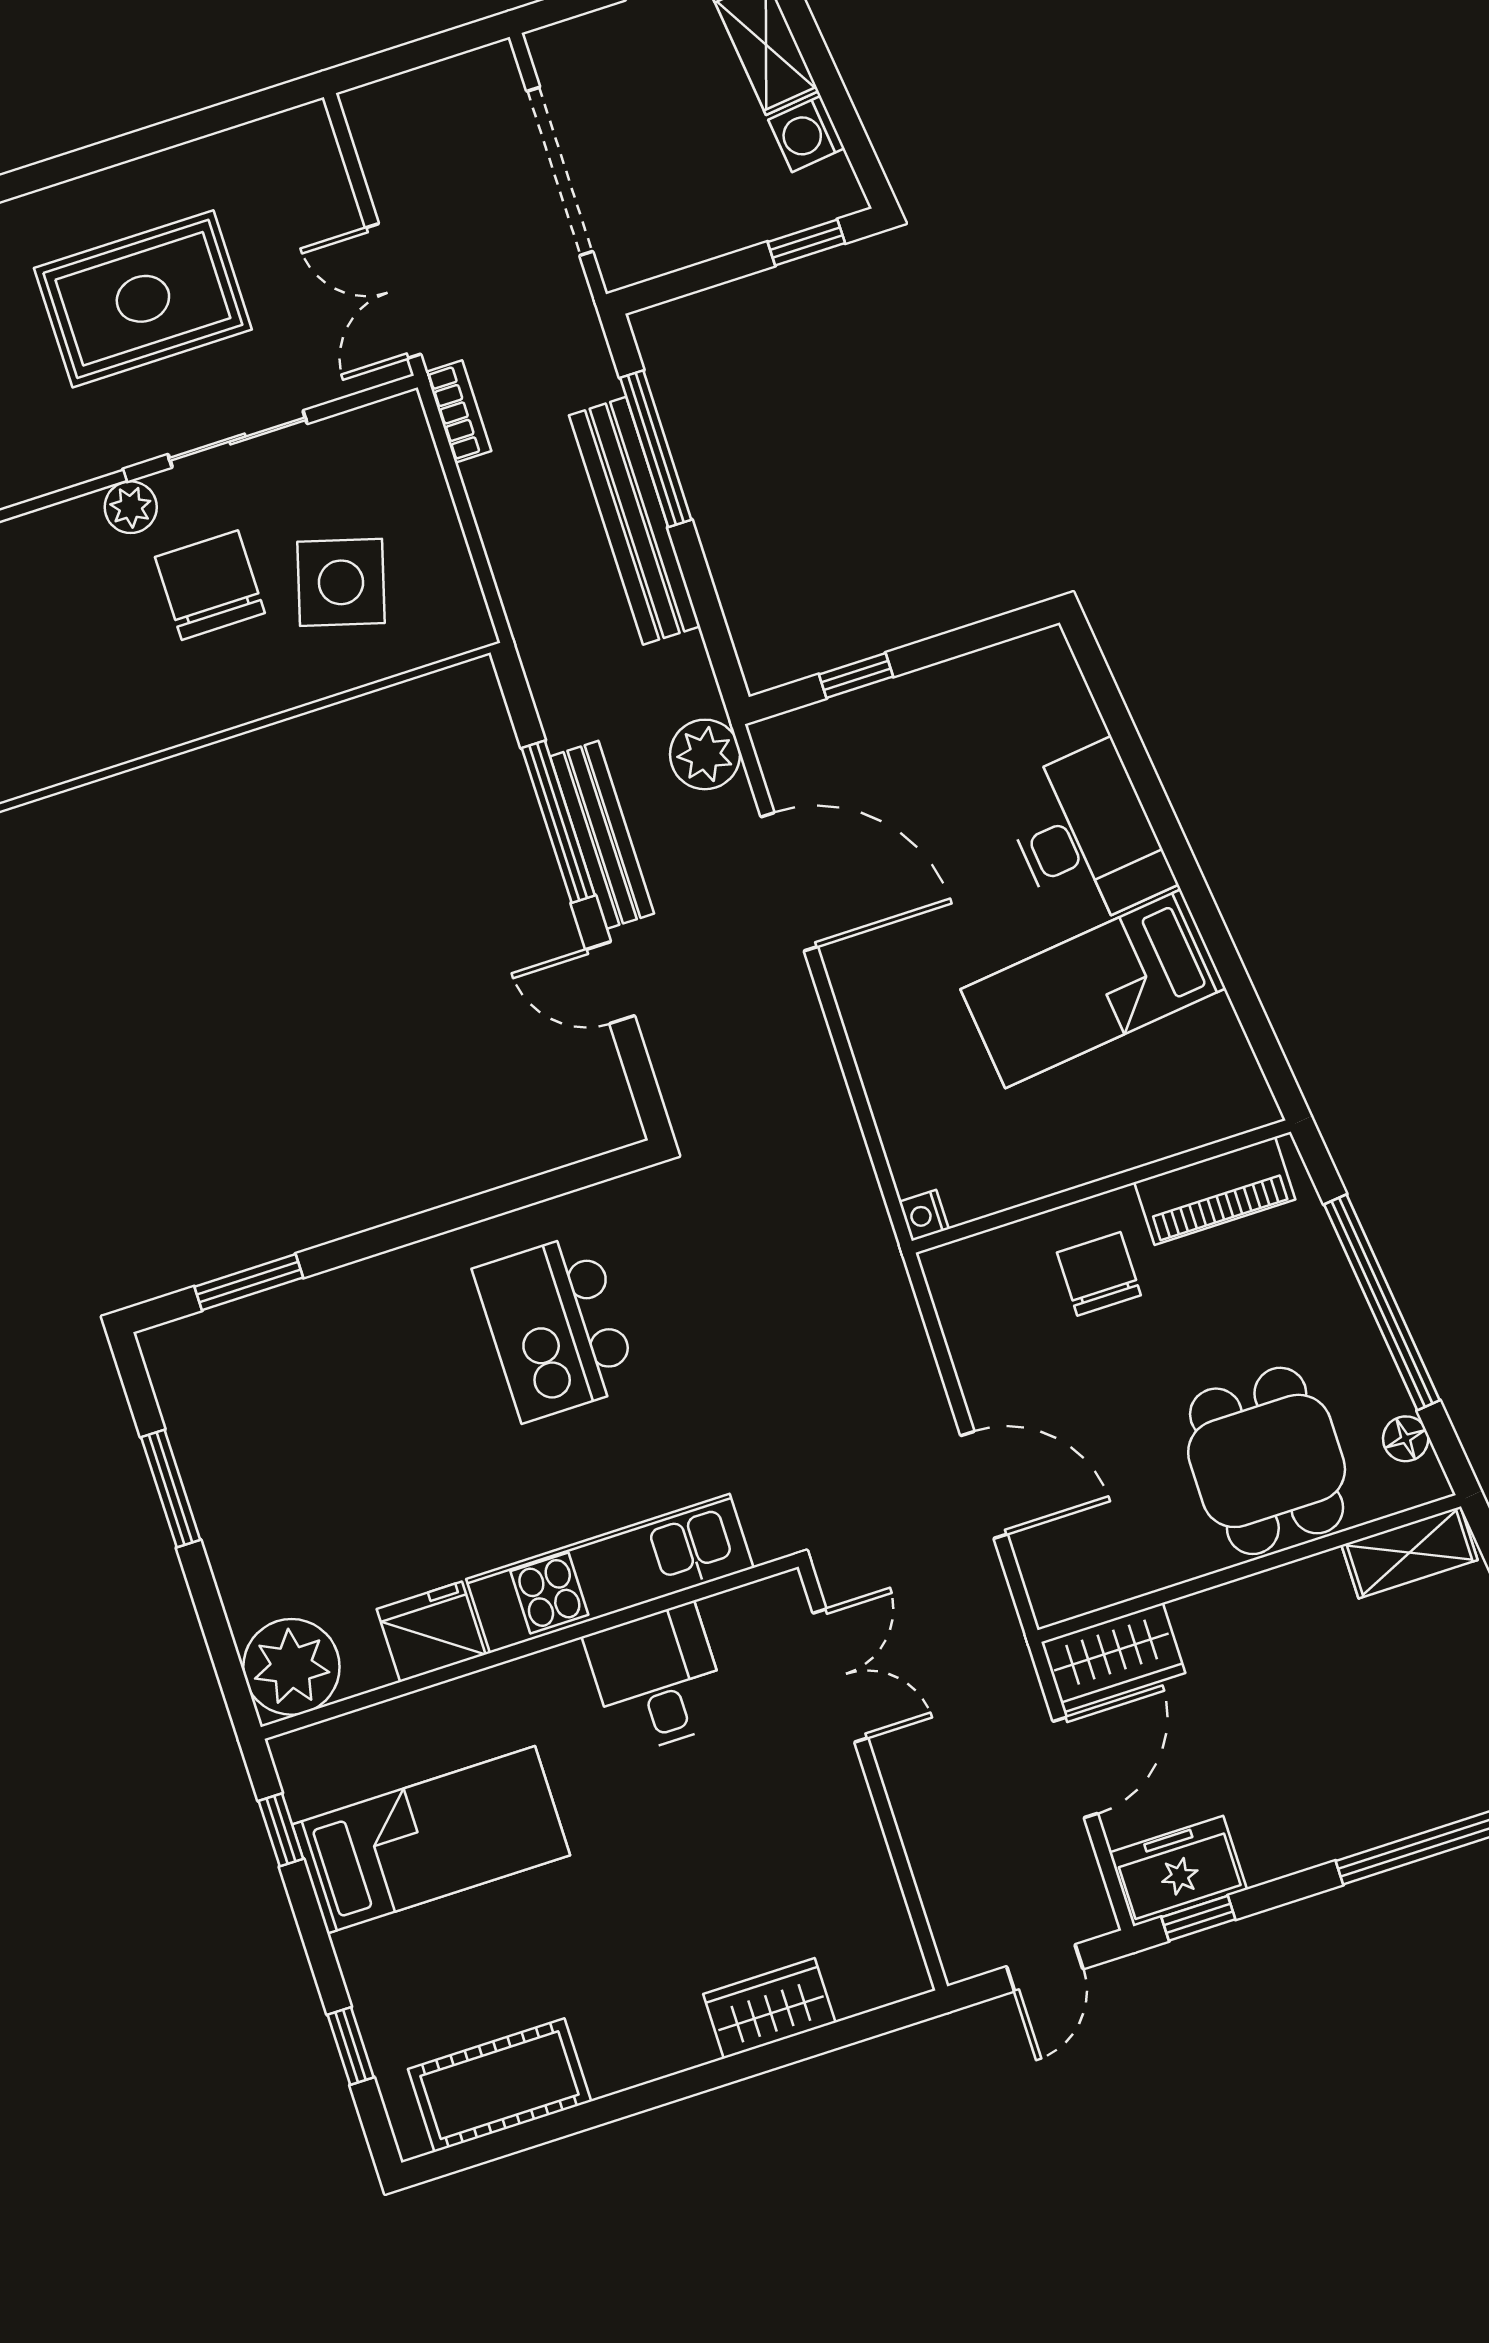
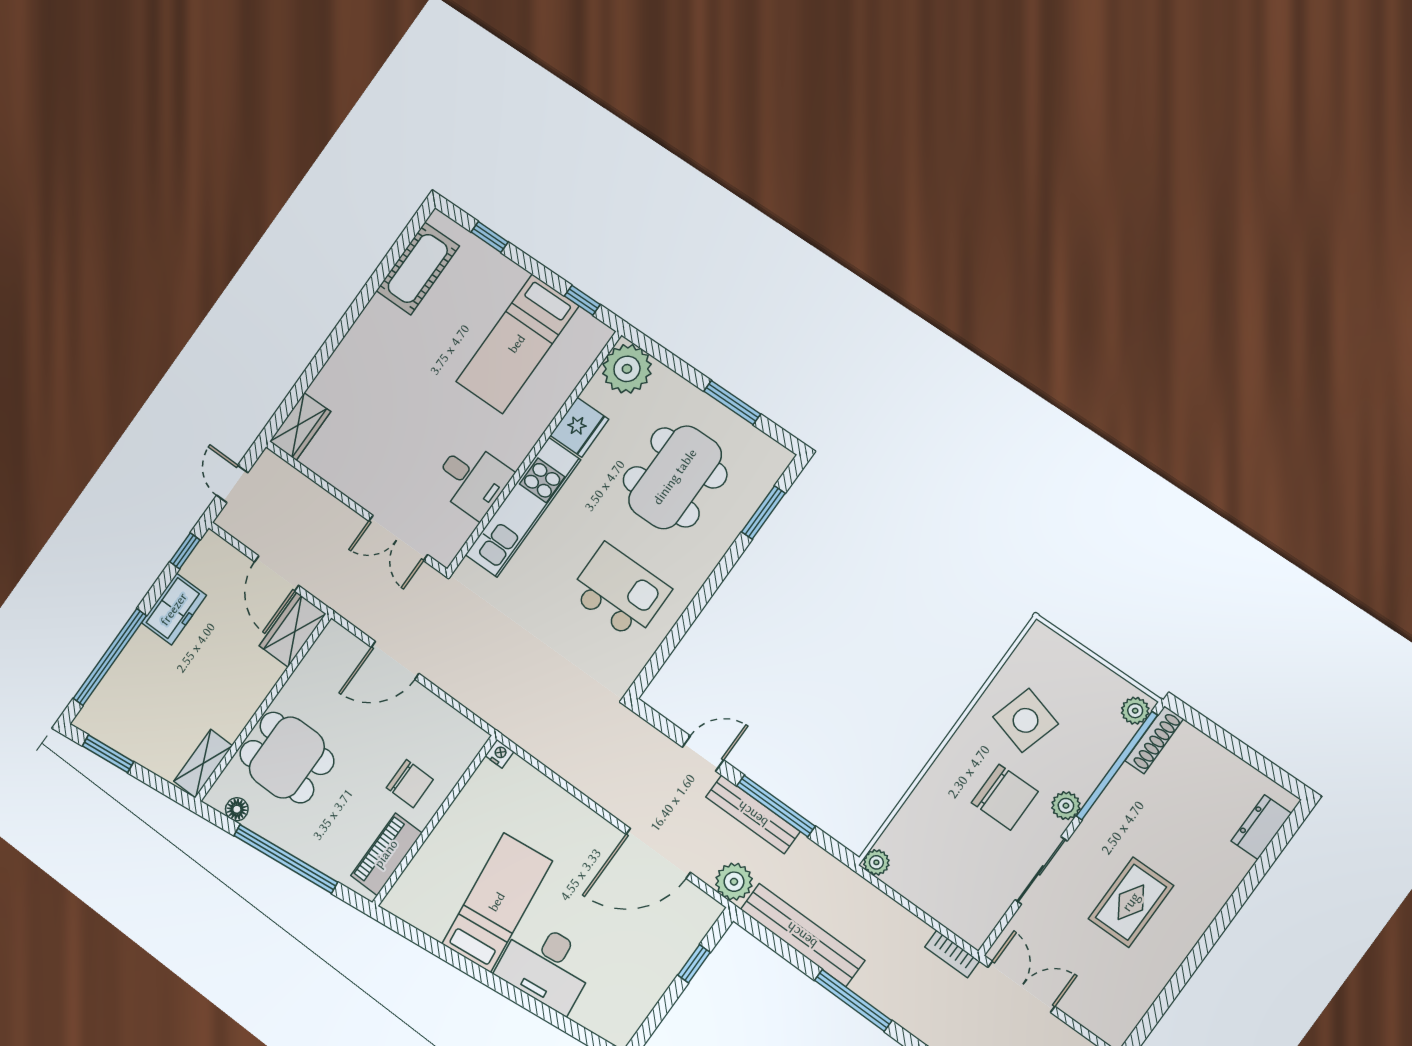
rug: (143, 299) -> (1131, 902), width x0.73, depth x0.70
bench: (635, 521) -> (802, 935), moved
side table: (341, 582) -> (1026, 720), moved
plant: (470, 627) -> (876, 862), added
dining table: (342, 1440) -> (675, 477), added
freezer: (1178, 1871) -> (174, 609), moved
wardrobe: (769, 2008) -> (300, 427), moved

